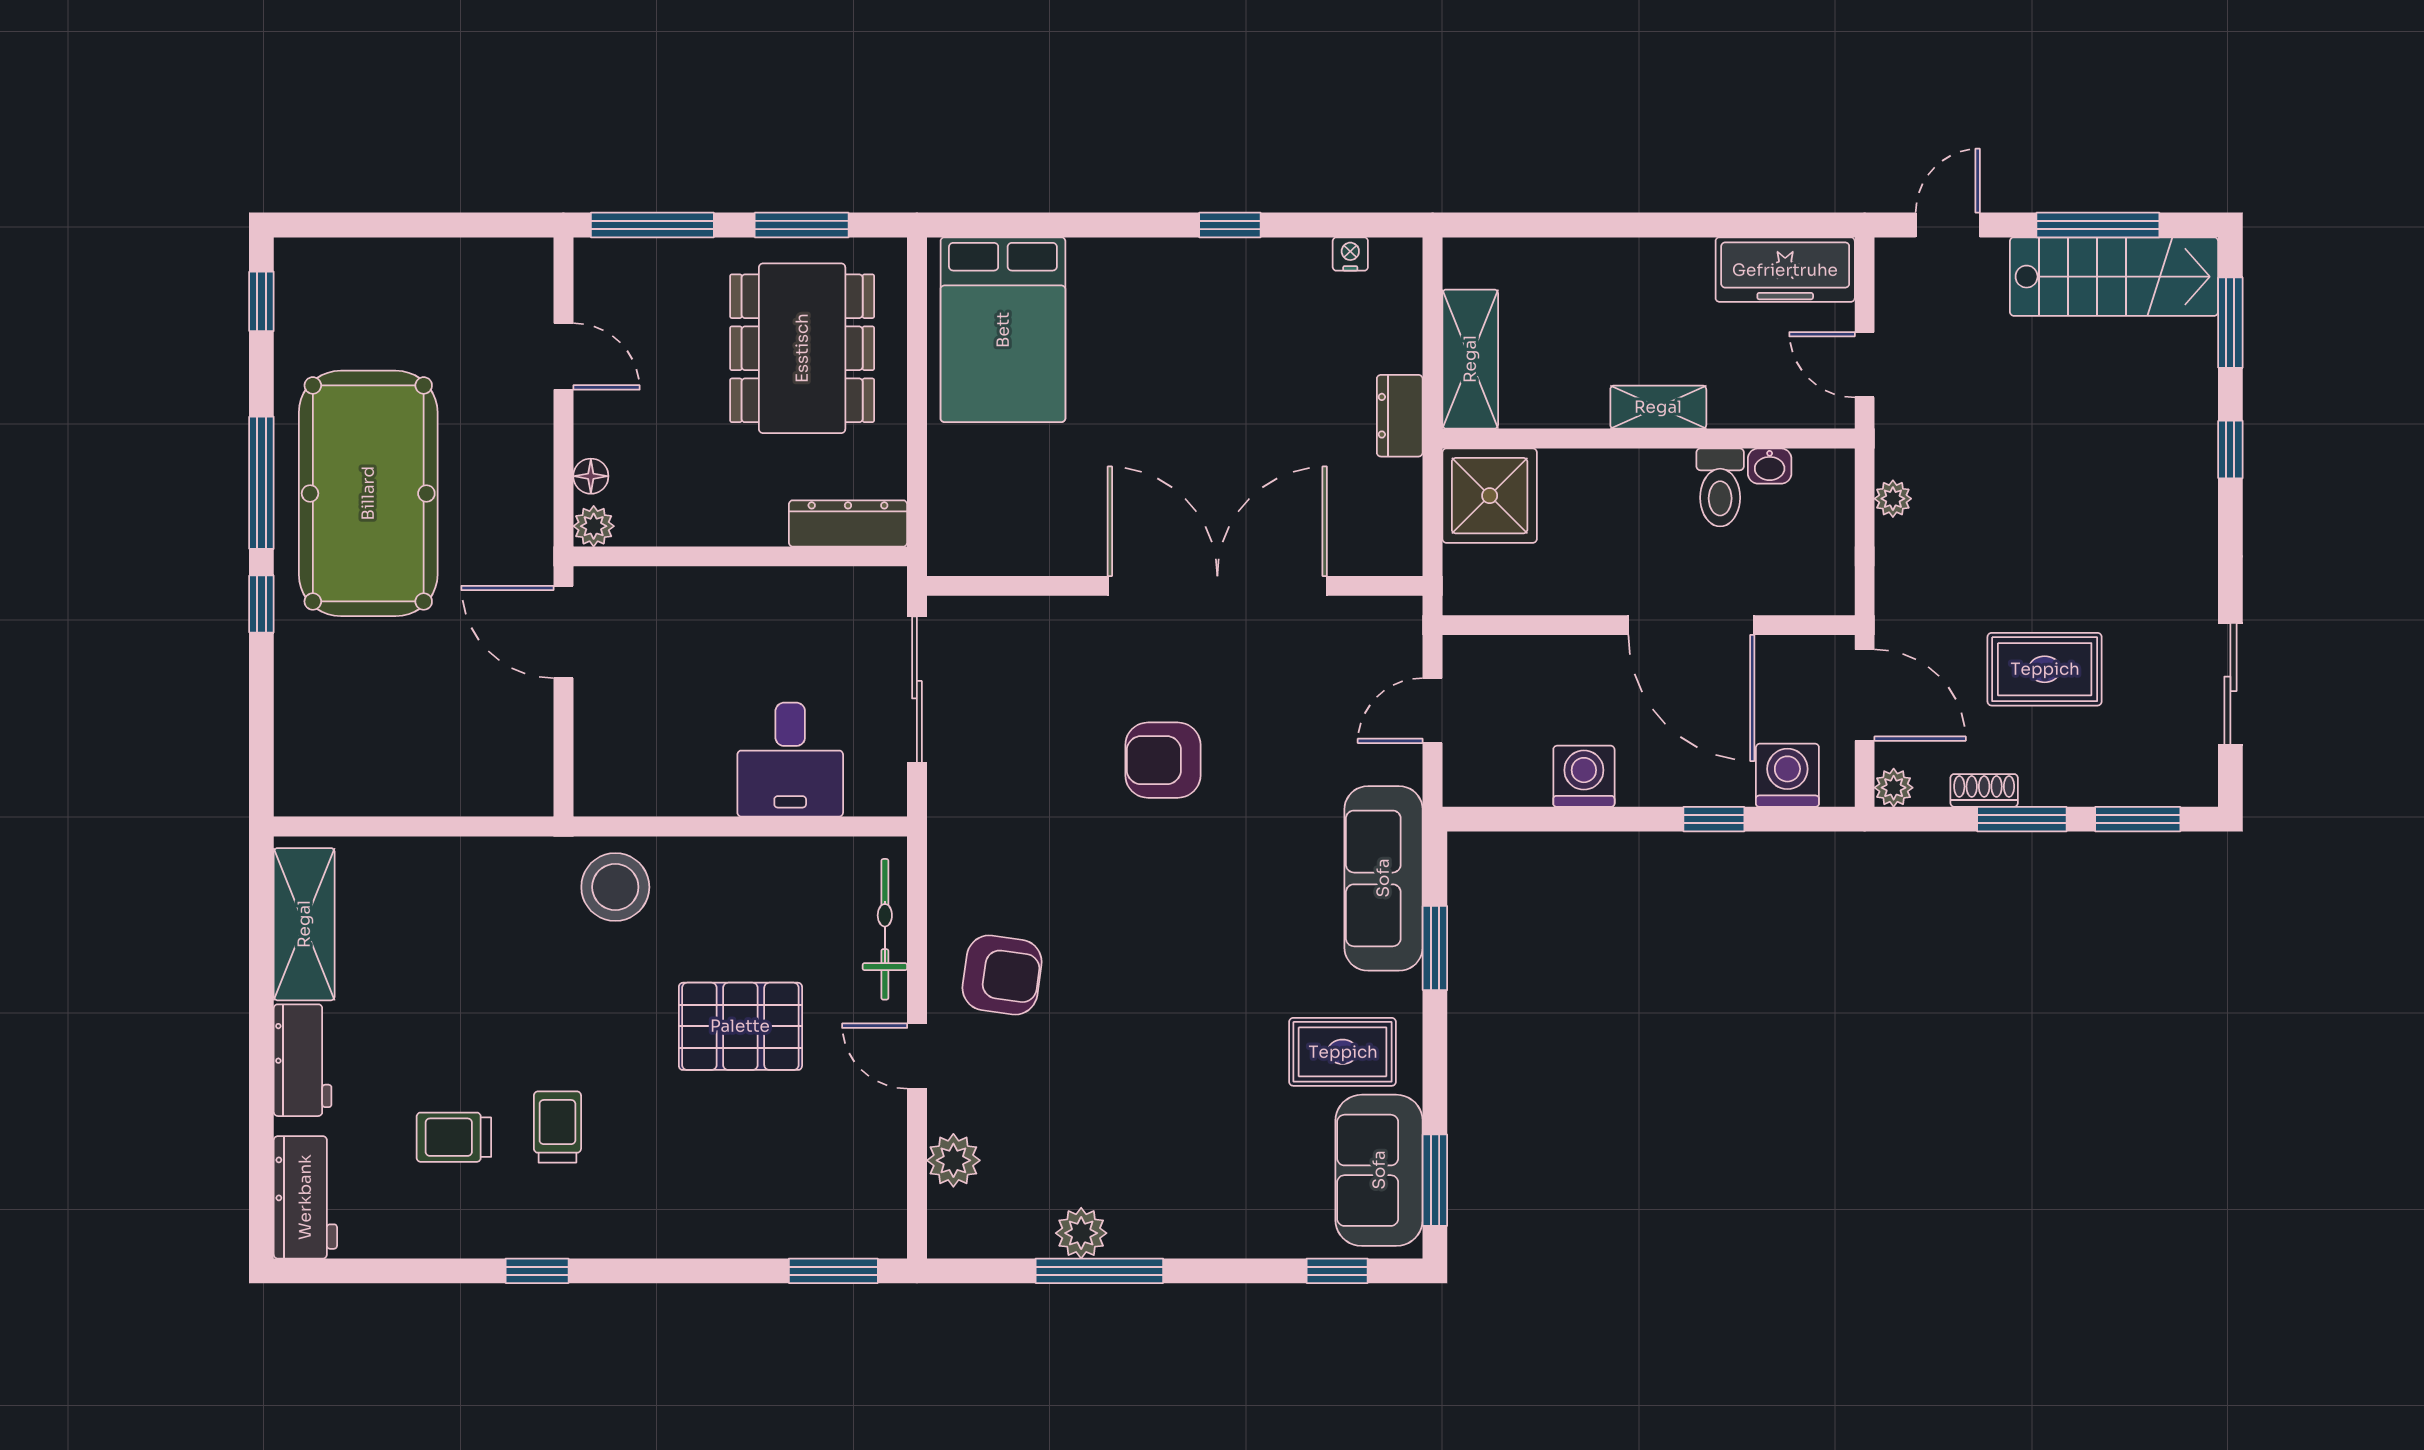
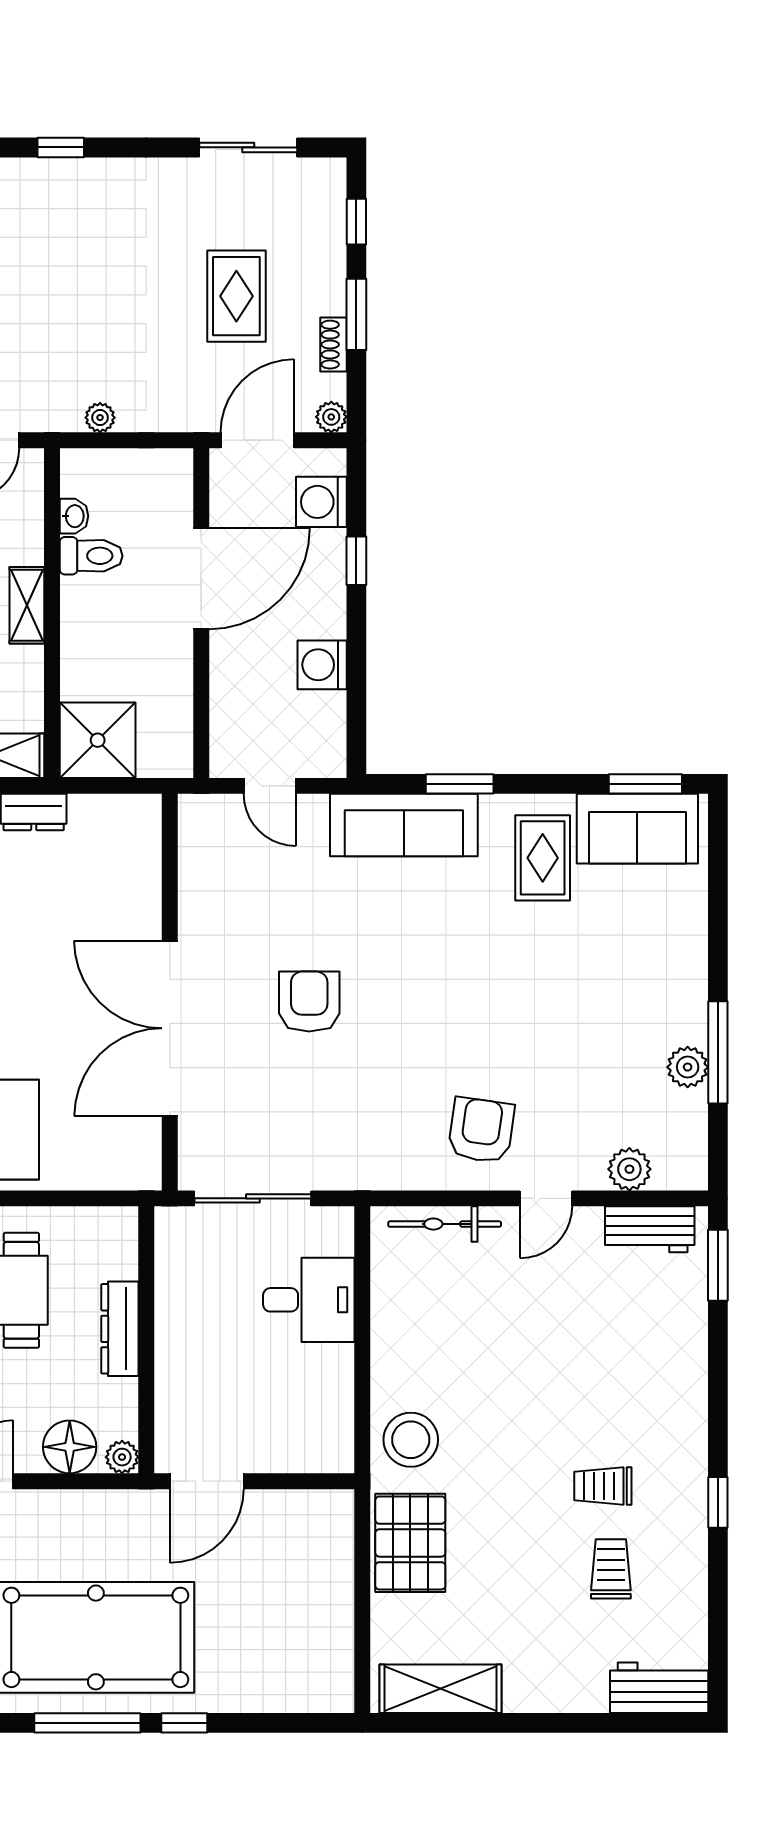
floor lamp: (591, 476) -> (70, 1447), width x1.89, depth x1.89
dresser: (848, 523) -> (120, 1329), moved
double door: (1217, 586) -> (170, 1028), moved
armchair: (1163, 760) -> (309, 1002), turned 180
window: (2138, 819) -> (356, 222), width x0.67
pallet: (740, 1026) -> (410, 1543), moved
workbench: (303, 1060) -> (650, 1229), moved, turned 180
trolley: (454, 1137) -> (611, 1569), turned 180
window: (1337, 1271) -> (718, 862), removed

